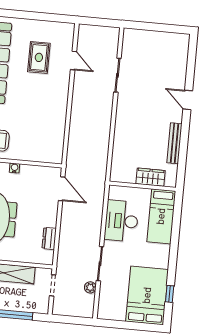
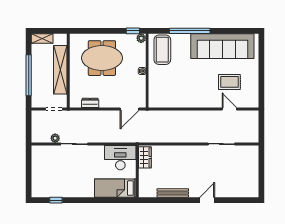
door: (74, 61) -> (229, 109), swing flipped
wardrobe: (150, 177) -> (145, 157), moved
desk: (121, 221) -> (120, 158), moved
bed: (147, 295) -> (53, 183), removed

